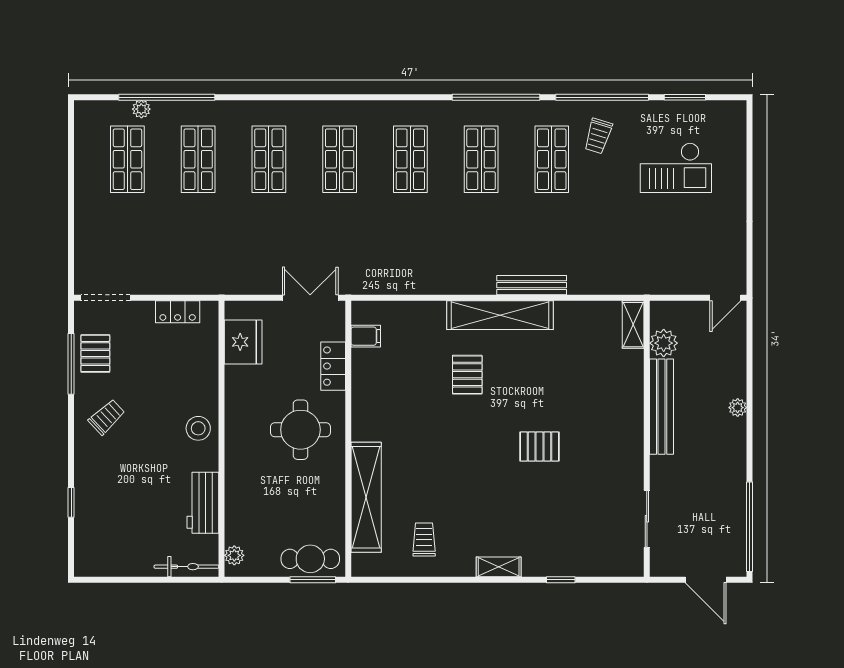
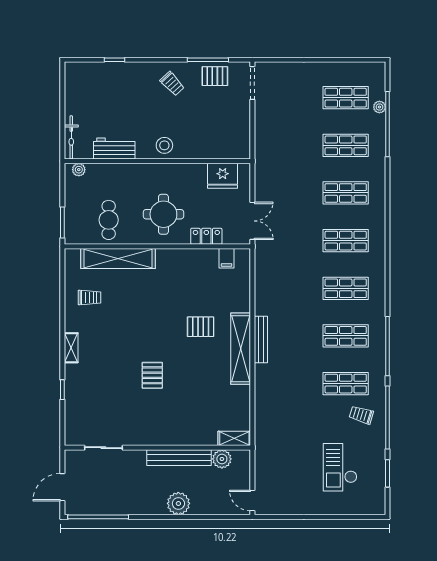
bench: (532, 285) -> (261, 339), moved
locker: (178, 312) -> (243, 131), removed
plant: (738, 408) -> (178, 503), width x1.88, depth x1.88
cafe table: (310, 559) -> (109, 220), moved

